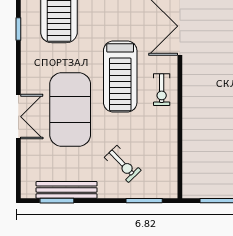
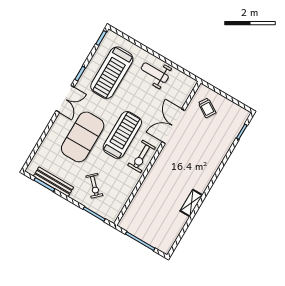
treadmill: (120, 77) -> (122, 135), turned 180
exercise bike: (162, 90) -> (142, 156), width x1.38, depth x1.39
double door: (18, 117) -> (65, 99), moved

